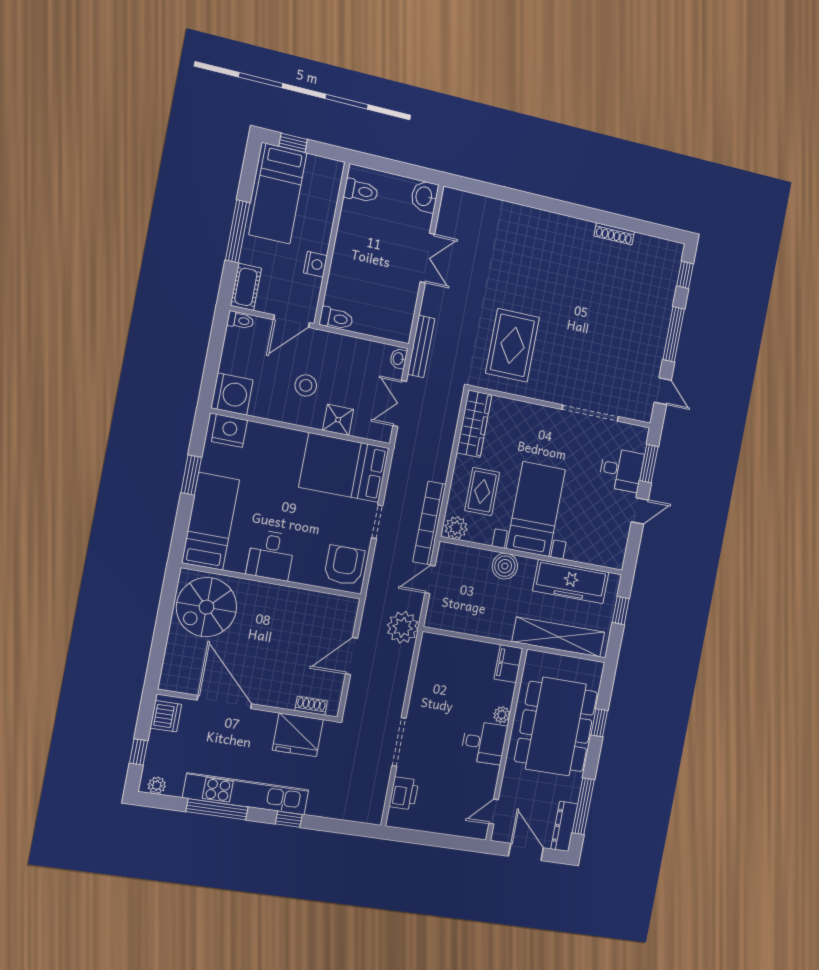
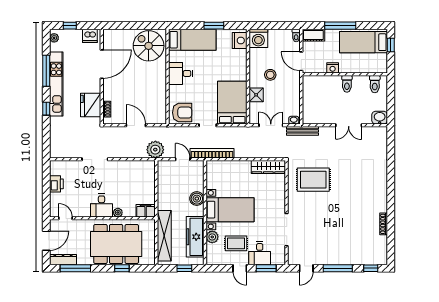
toilet: (336, 318) -> (347, 84), moved
rug: (482, 492) -> (236, 243), moved
plant: (456, 528) -> (212, 237), moved
printer: (404, 793) -> (56, 184), moved, turned -90

